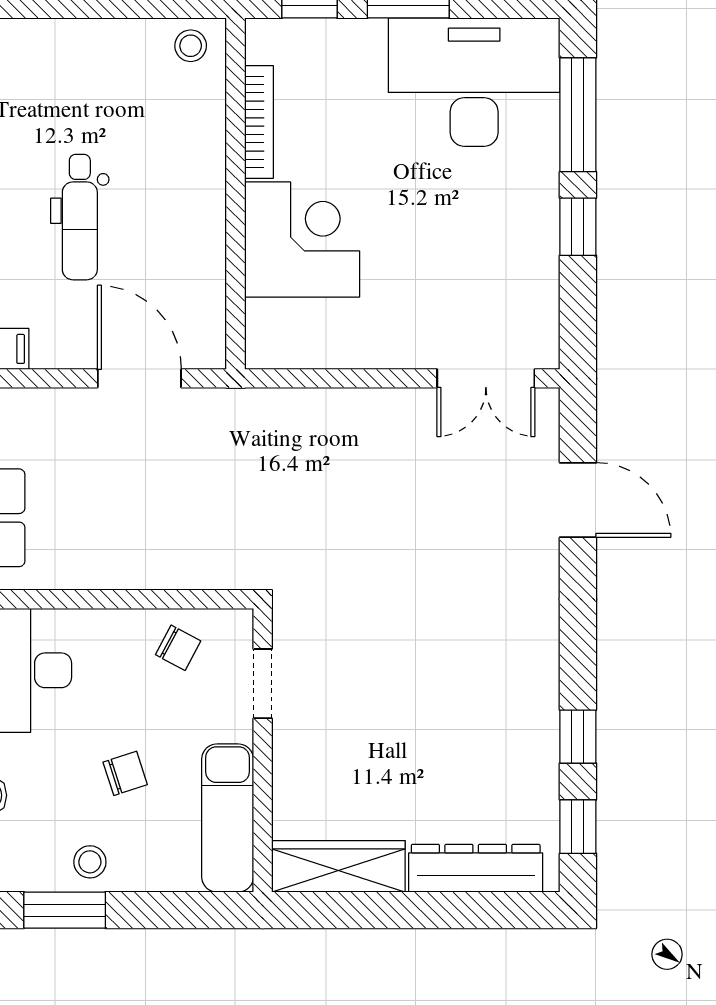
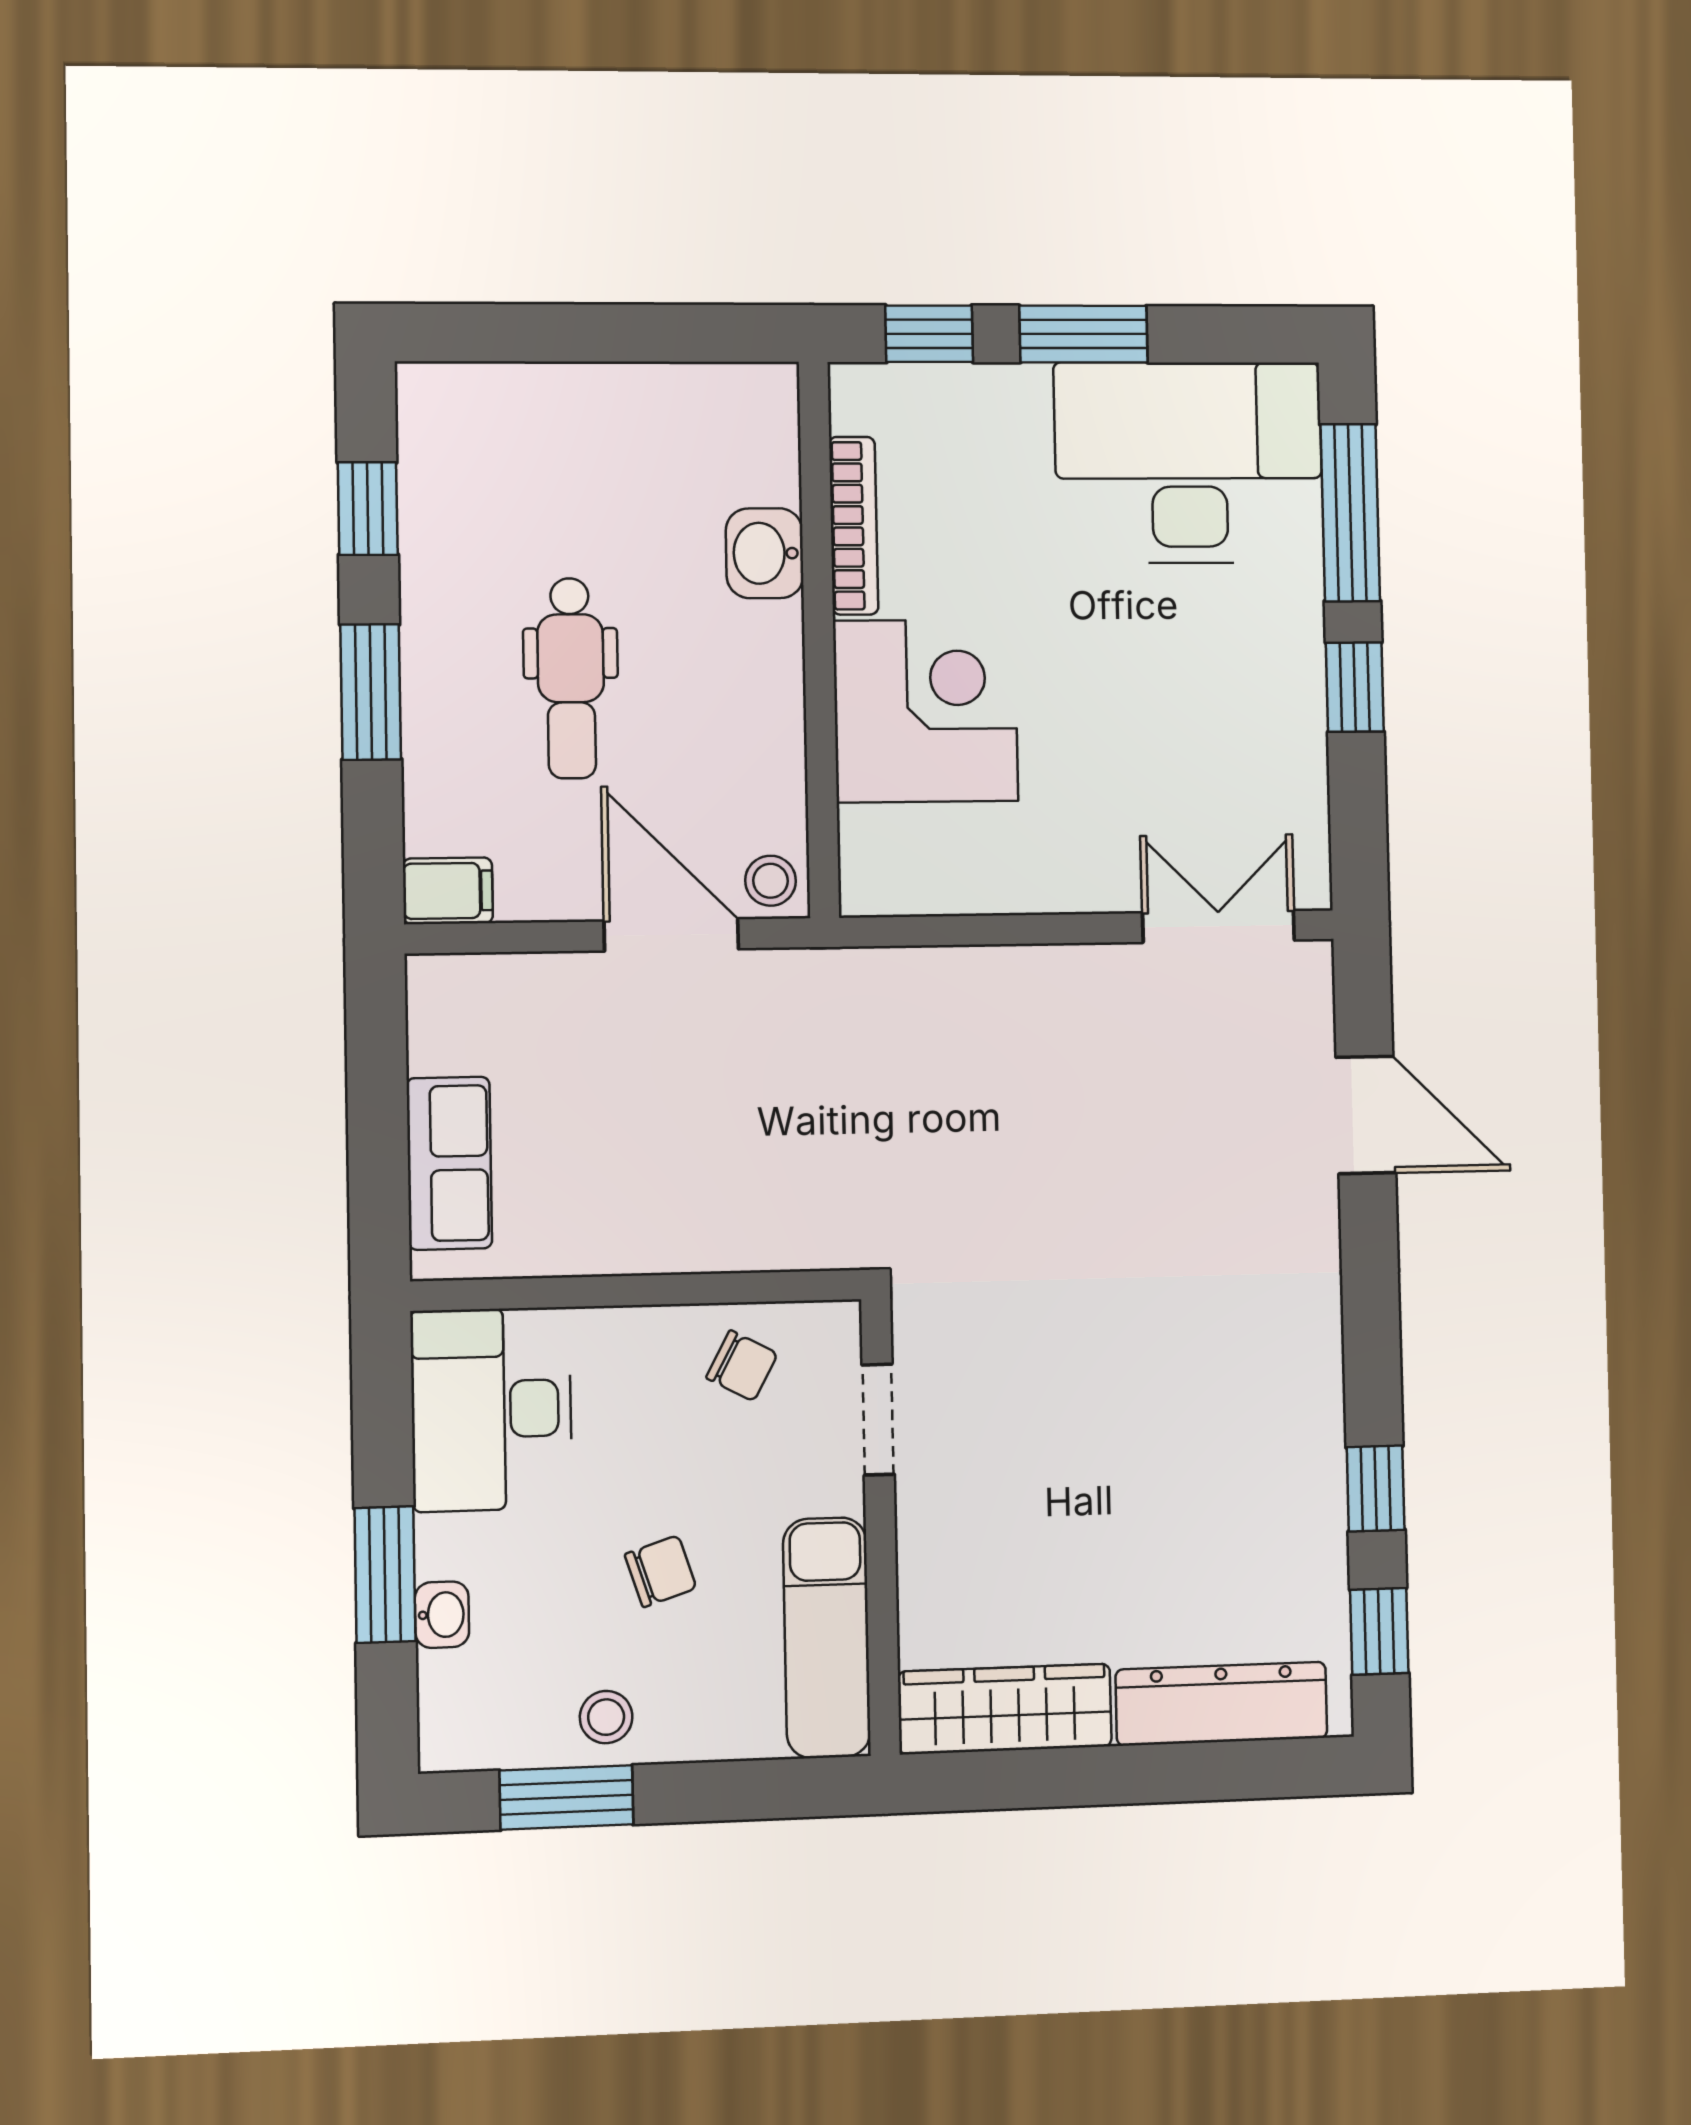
stool: (191, 46) -> (770, 881), moved
washbasin: (202, 139) -> (765, 553), added
double door: (486, 378) -> (1219, 926), swing flipped

